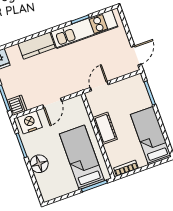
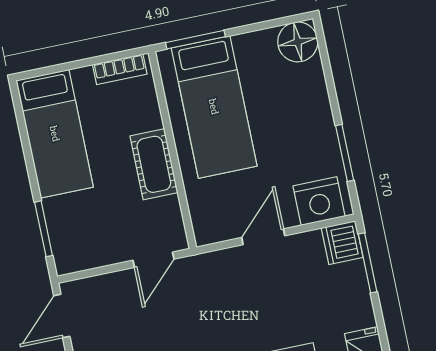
floor lamp: (39, 164) -> (298, 42), moved

